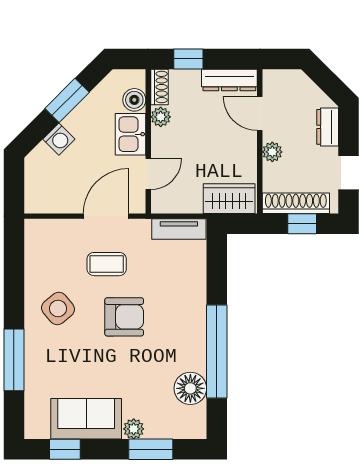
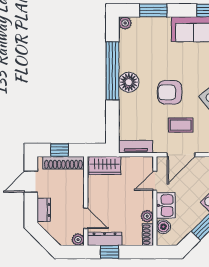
window: (188, 59) -> (110, 252), moved
plant: (272, 152) -> (78, 240), moved
floor lamp: (190, 388) -> (129, 82), moved
plant: (134, 429) -> (125, 23), moved

